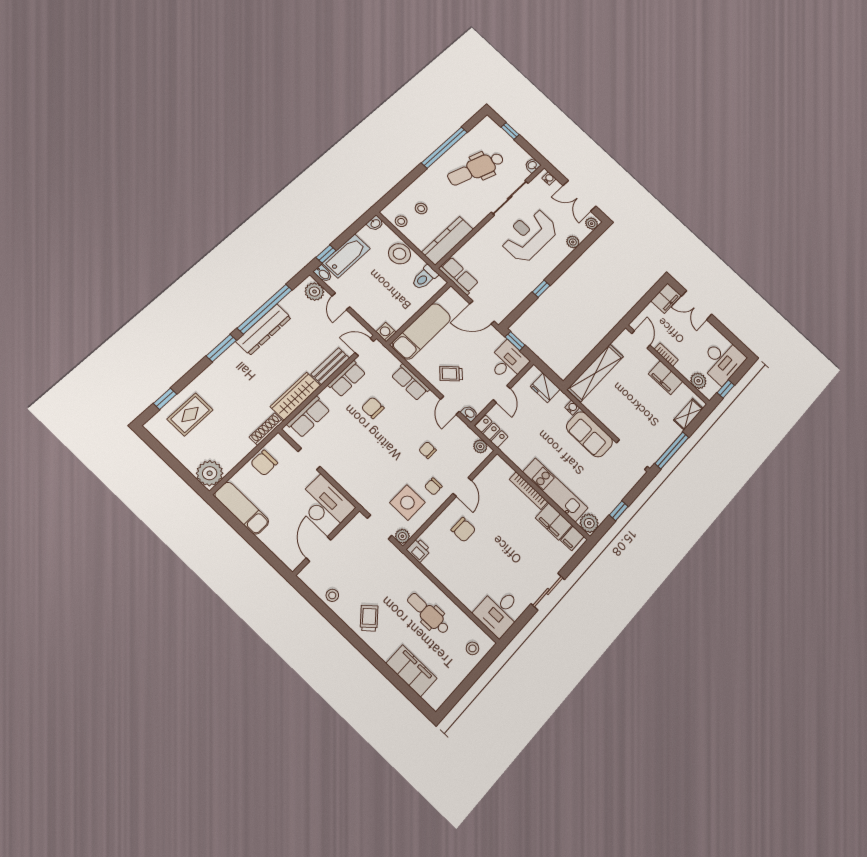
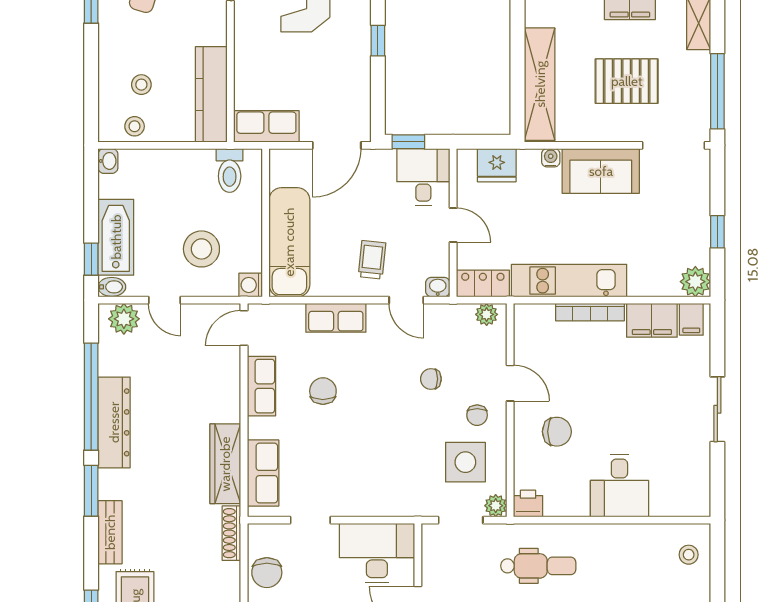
stool: (399, 254) -> (201, 249), moved
bench: (330, 366) -> (110, 532), moved
trolley: (451, 374) -> (372, 260), turned 140
chair: (373, 408) -> (323, 391), turned 90
pallet: (635, 408) -> (627, 81), added
kitchen unit: (555, 490) -> (569, 281), moved
desk: (499, 611) -> (619, 485), moved
dental chair: (428, 613) -> (538, 566), moved, turned 180

